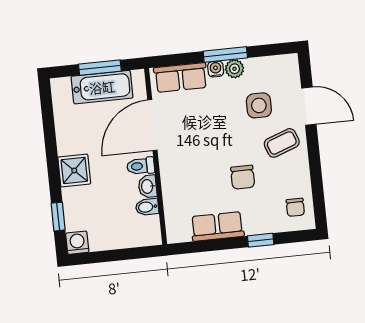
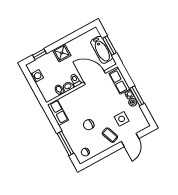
row of seats: (217, 226) -> (58, 112), moved
window: (261, 240) -> (65, 143), width x2.17
washing machine: (77, 243) -> (37, 76), moved

